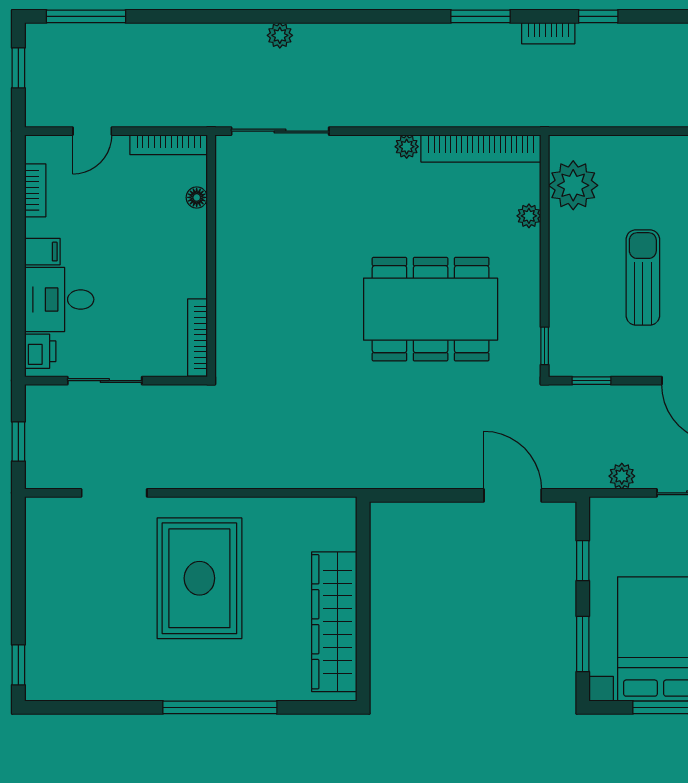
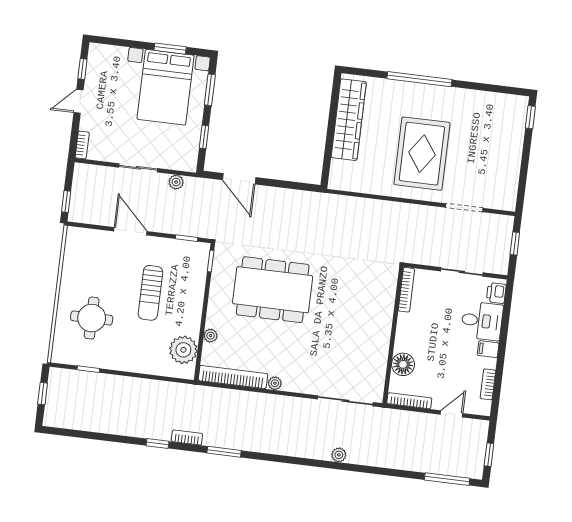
floor lamp: (197, 197) -> (403, 364), width x1.89, depth x1.89

